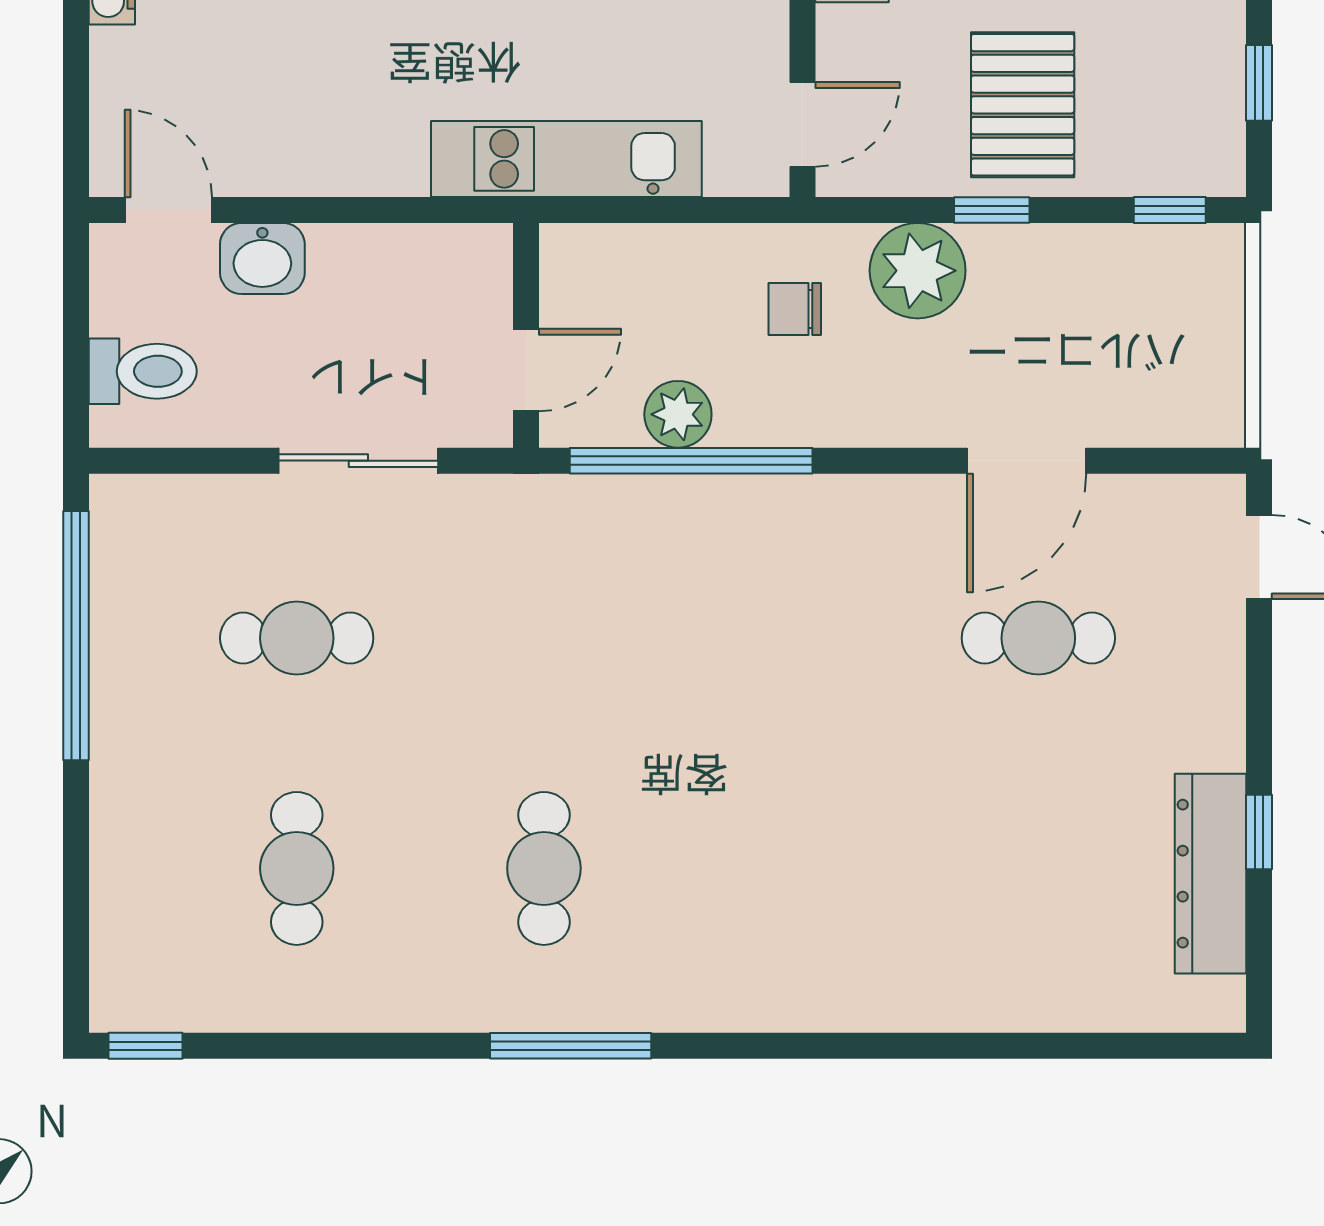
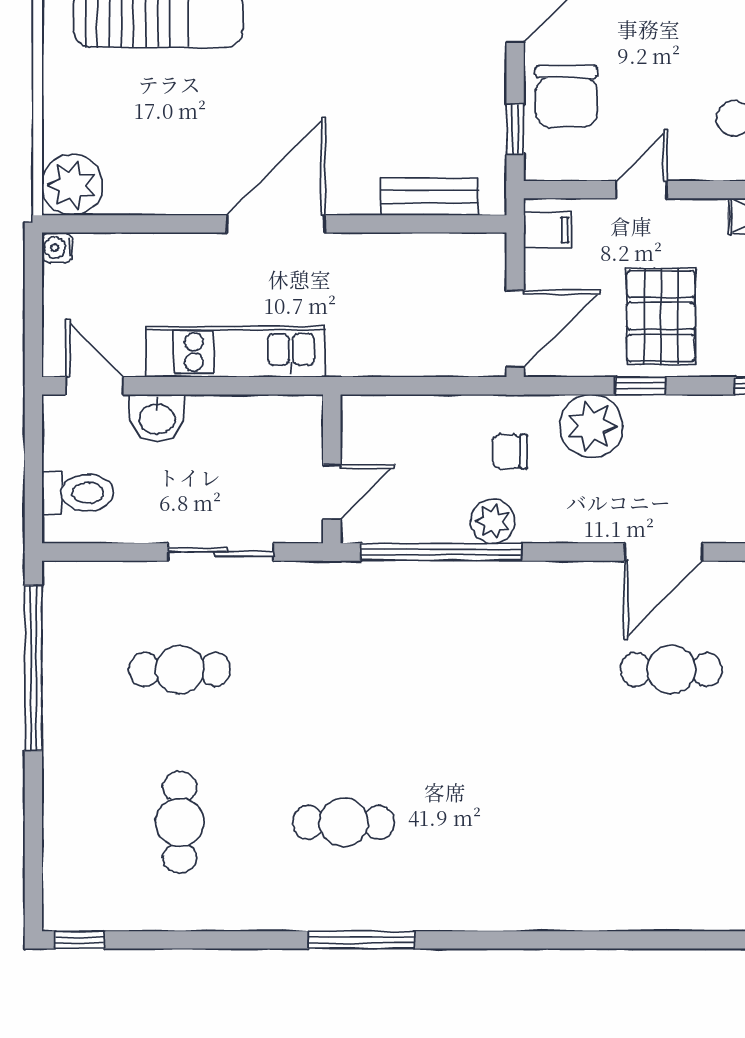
door: (803, 124) -> (515, 329), width x1.38
kitchen unit: (566, 159) -> (235, 352), moved
plant: (678, 414) -> (493, 521), moved
cafe table: (544, 868) -> (344, 822), turned 90

